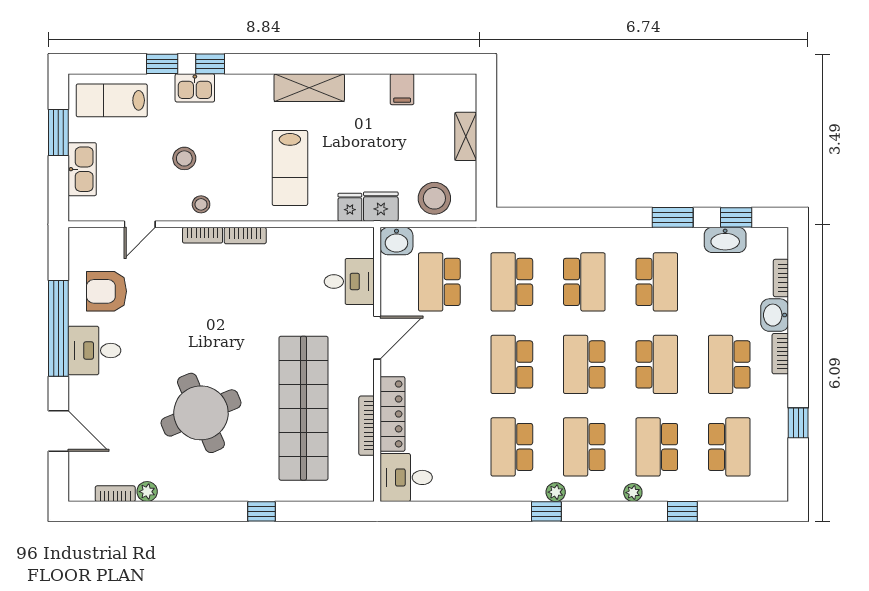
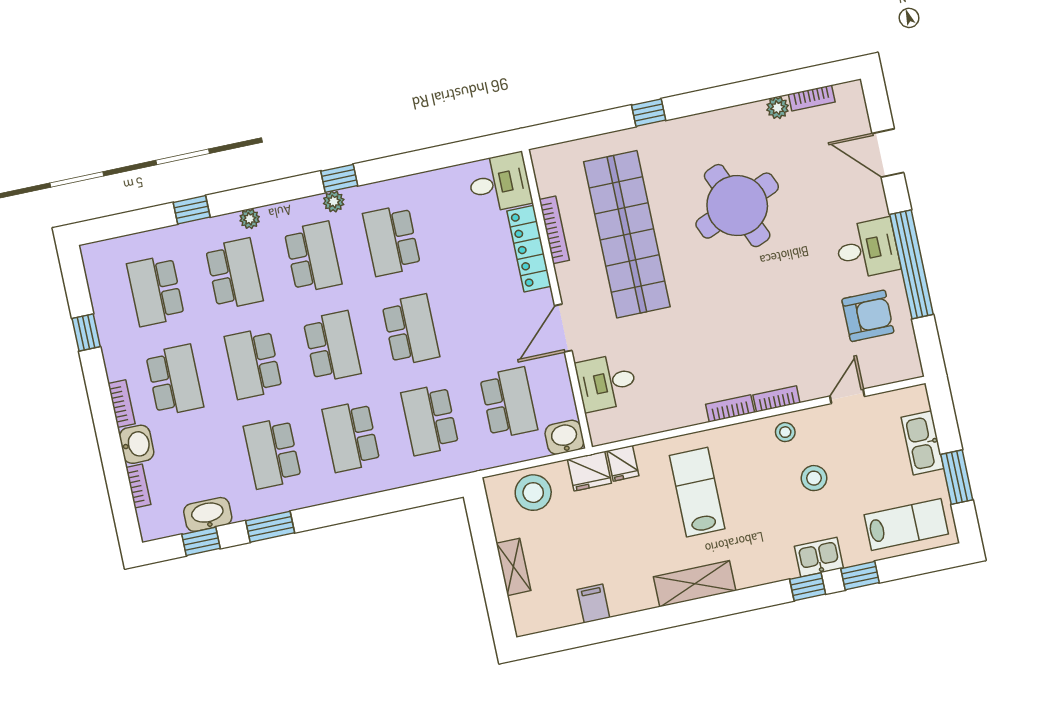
school desk: (512, 282) -> (430, 420), turned 180
school desk: (512, 447) -> (392, 240), turned 180

